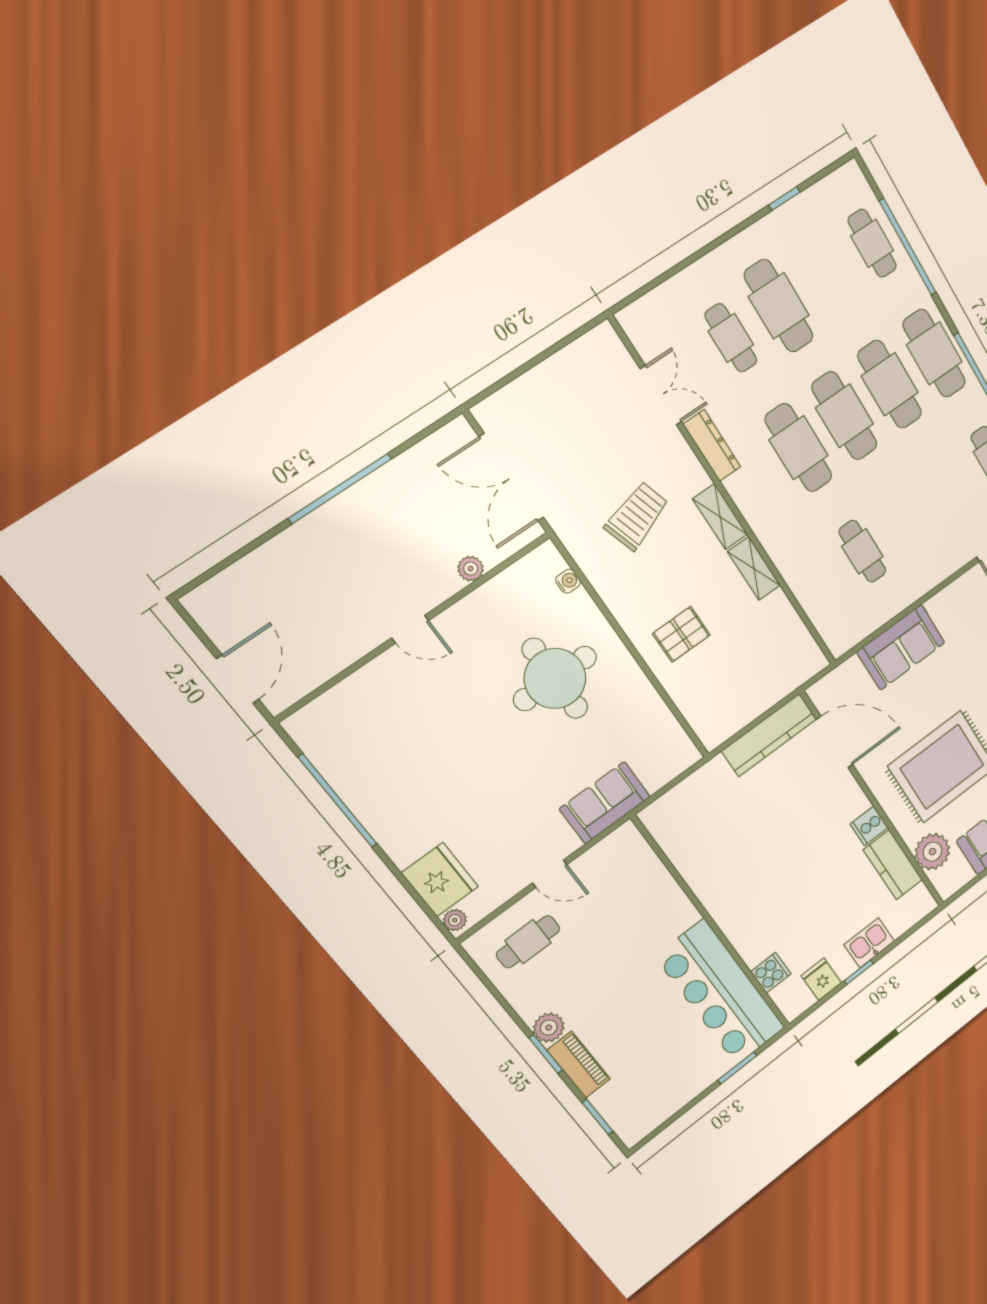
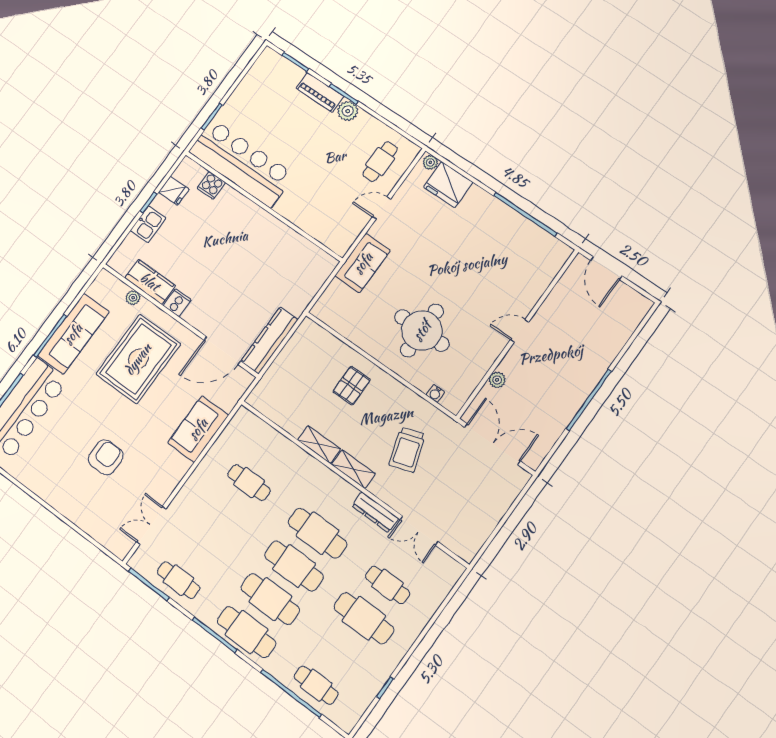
plant: (932, 852) -> (133, 298), width x0.53, depth x0.53

